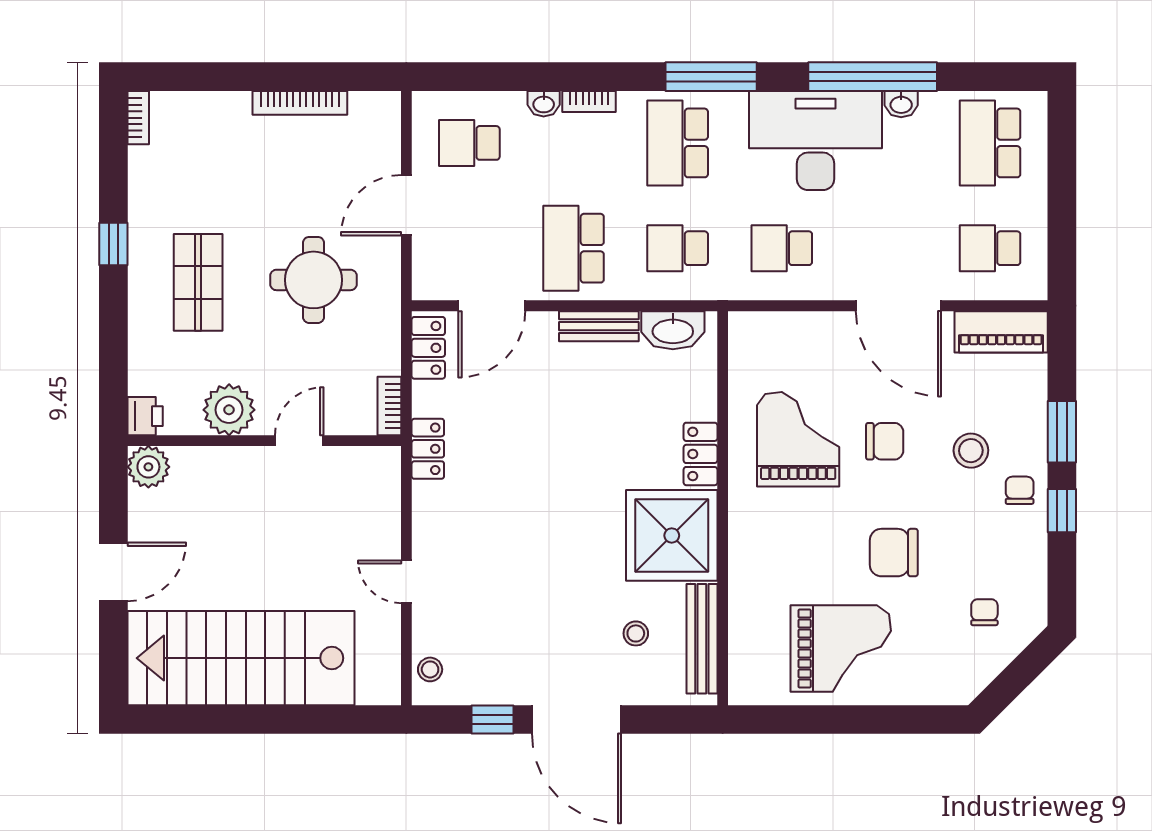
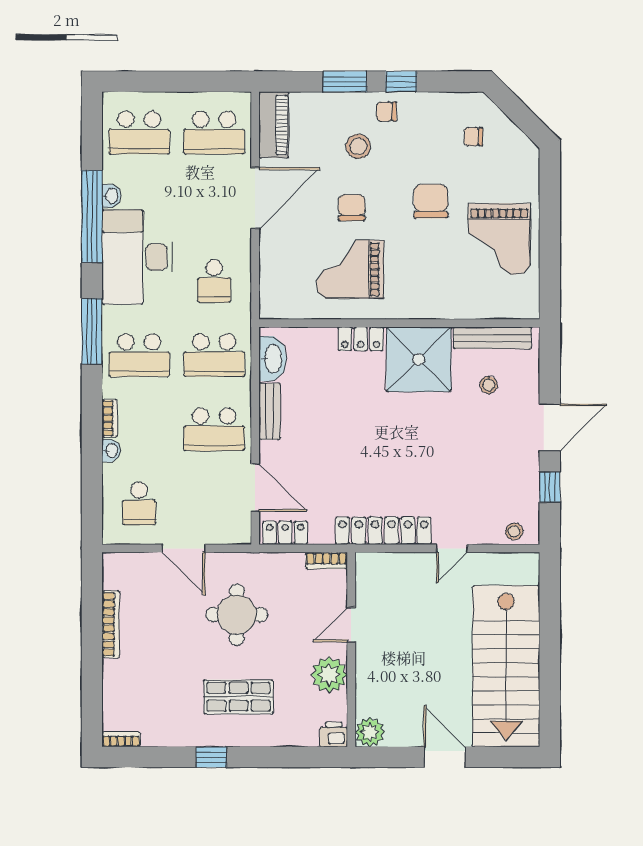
school desk: (678, 248) -> (214, 355), width x1.85
school desk: (990, 248) -> (214, 133), width x1.85
door: (299, 441) -> (351, 625), hinge flipped
locker: (428, 449) -> (383, 531), width x2.16, depth x1.21
chair: (894, 553) -> (431, 201), turned 180
grand piano: (841, 649) -> (499, 239), turned 180
door: (576, 720) -> (550, 427), width x0.73

